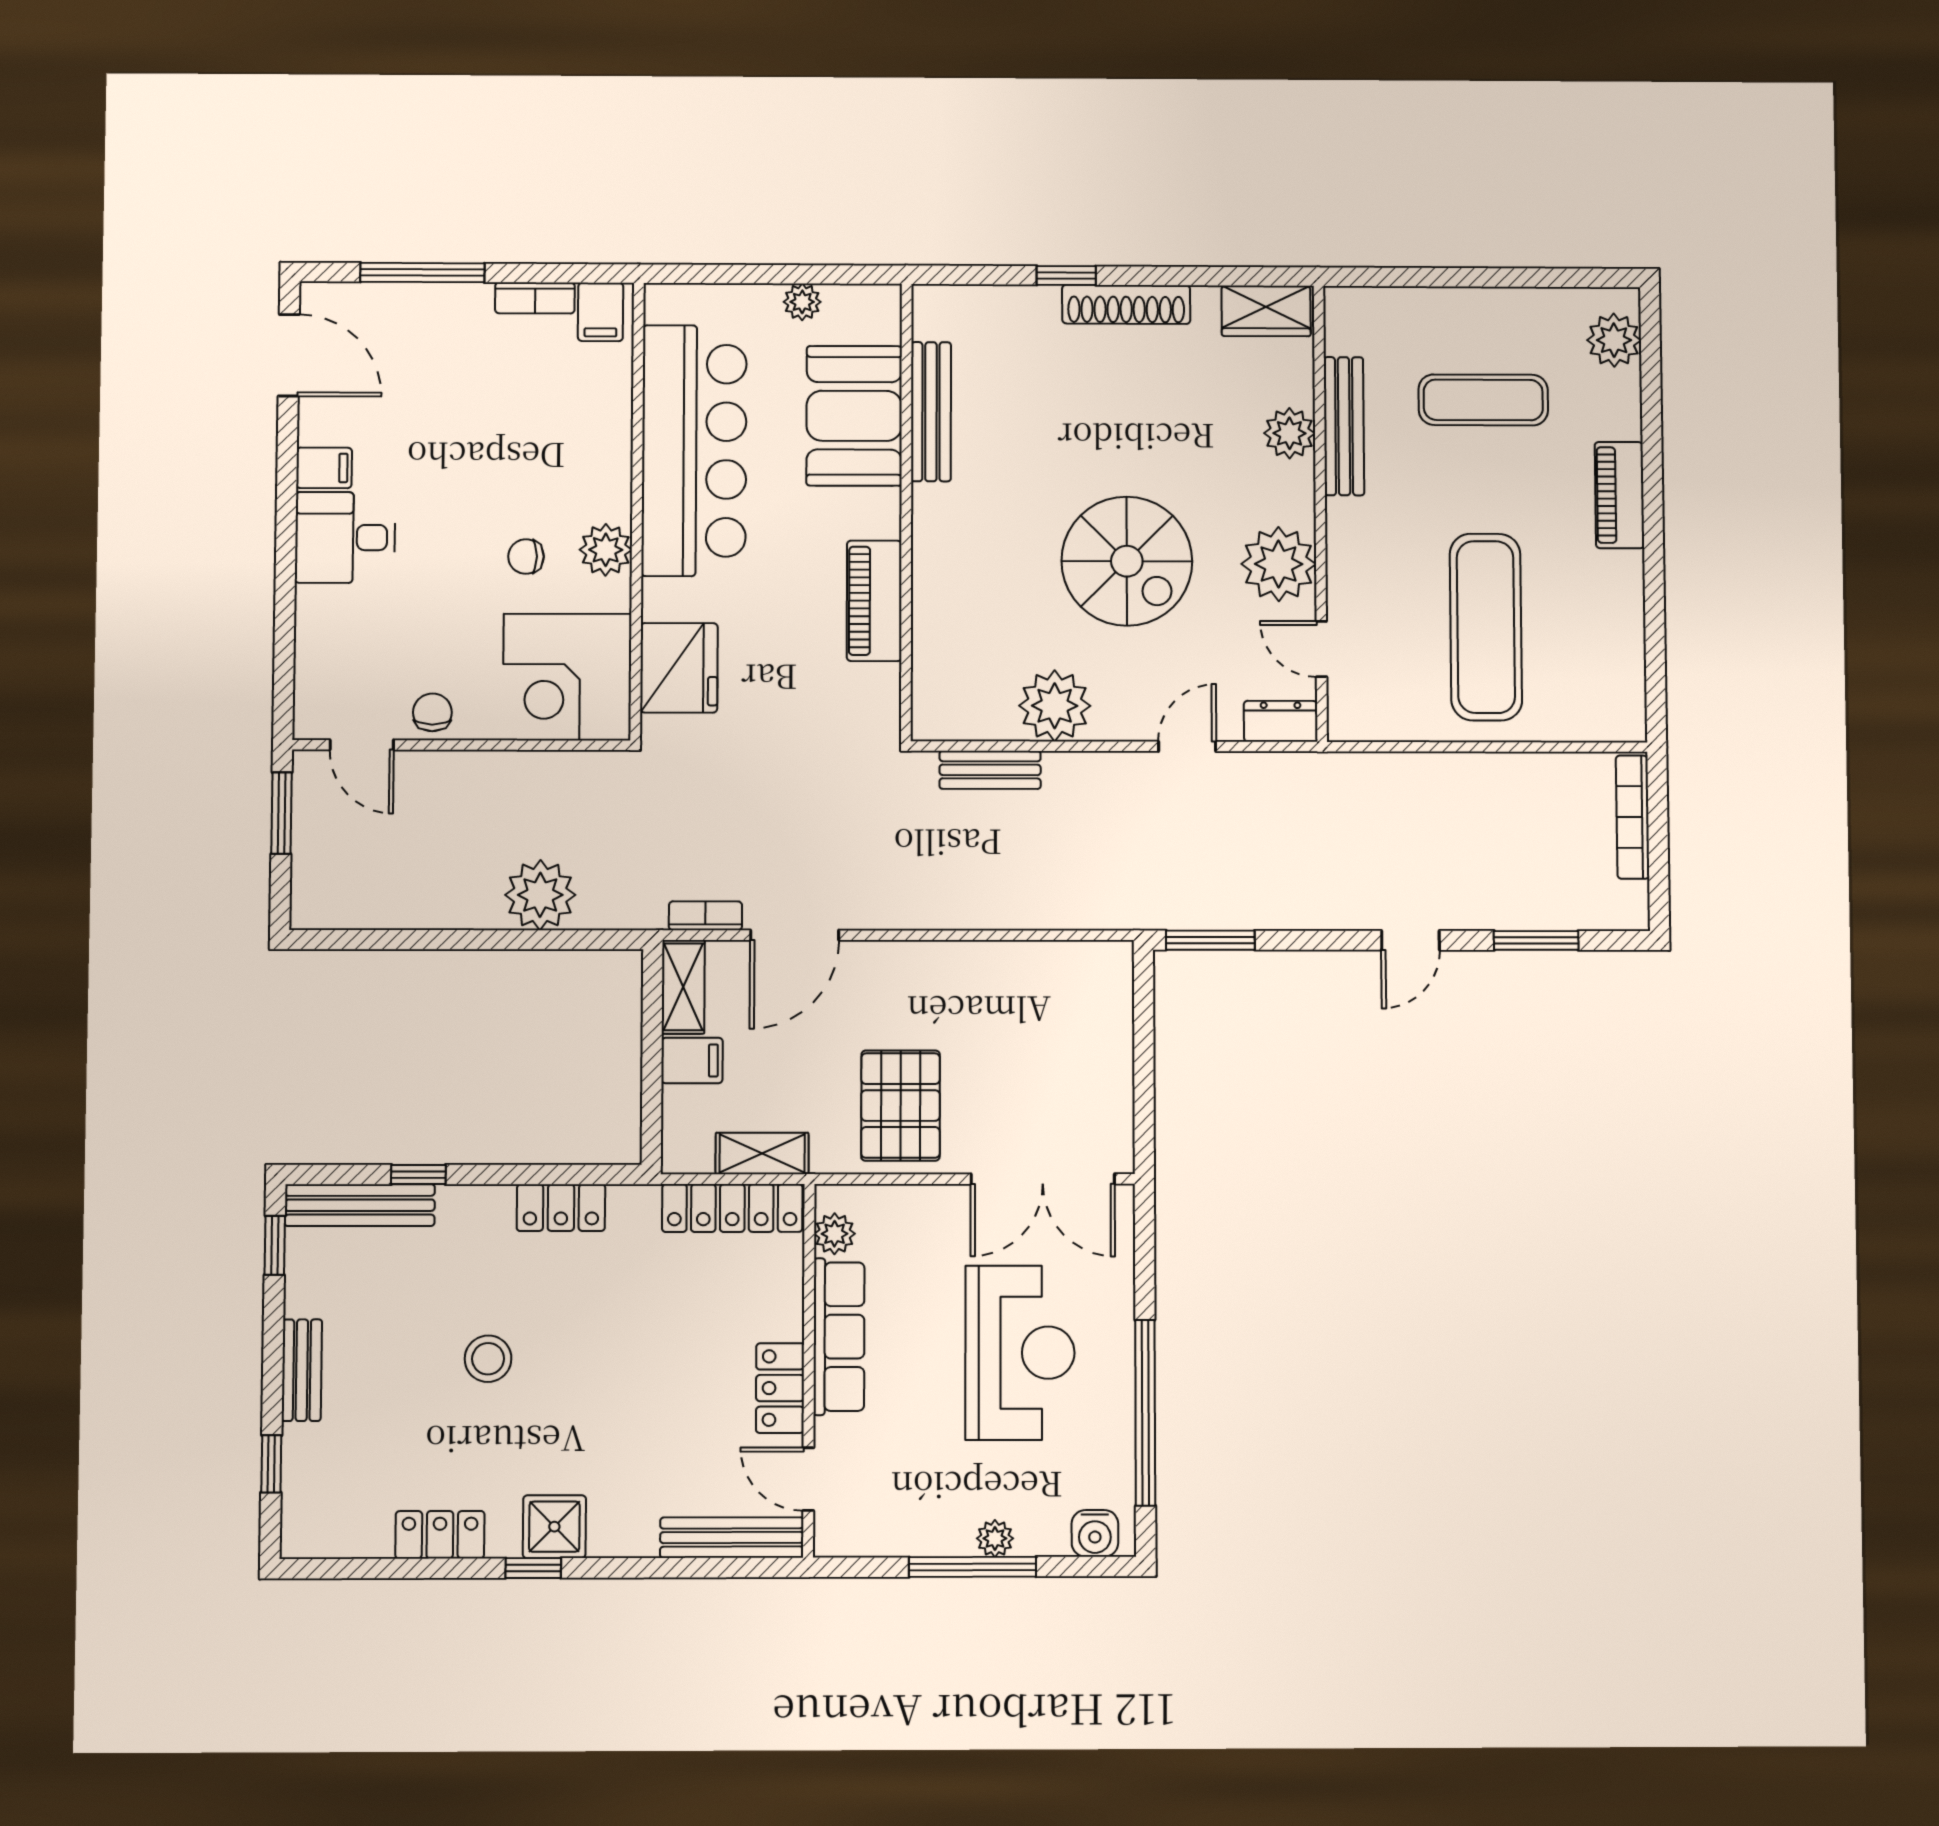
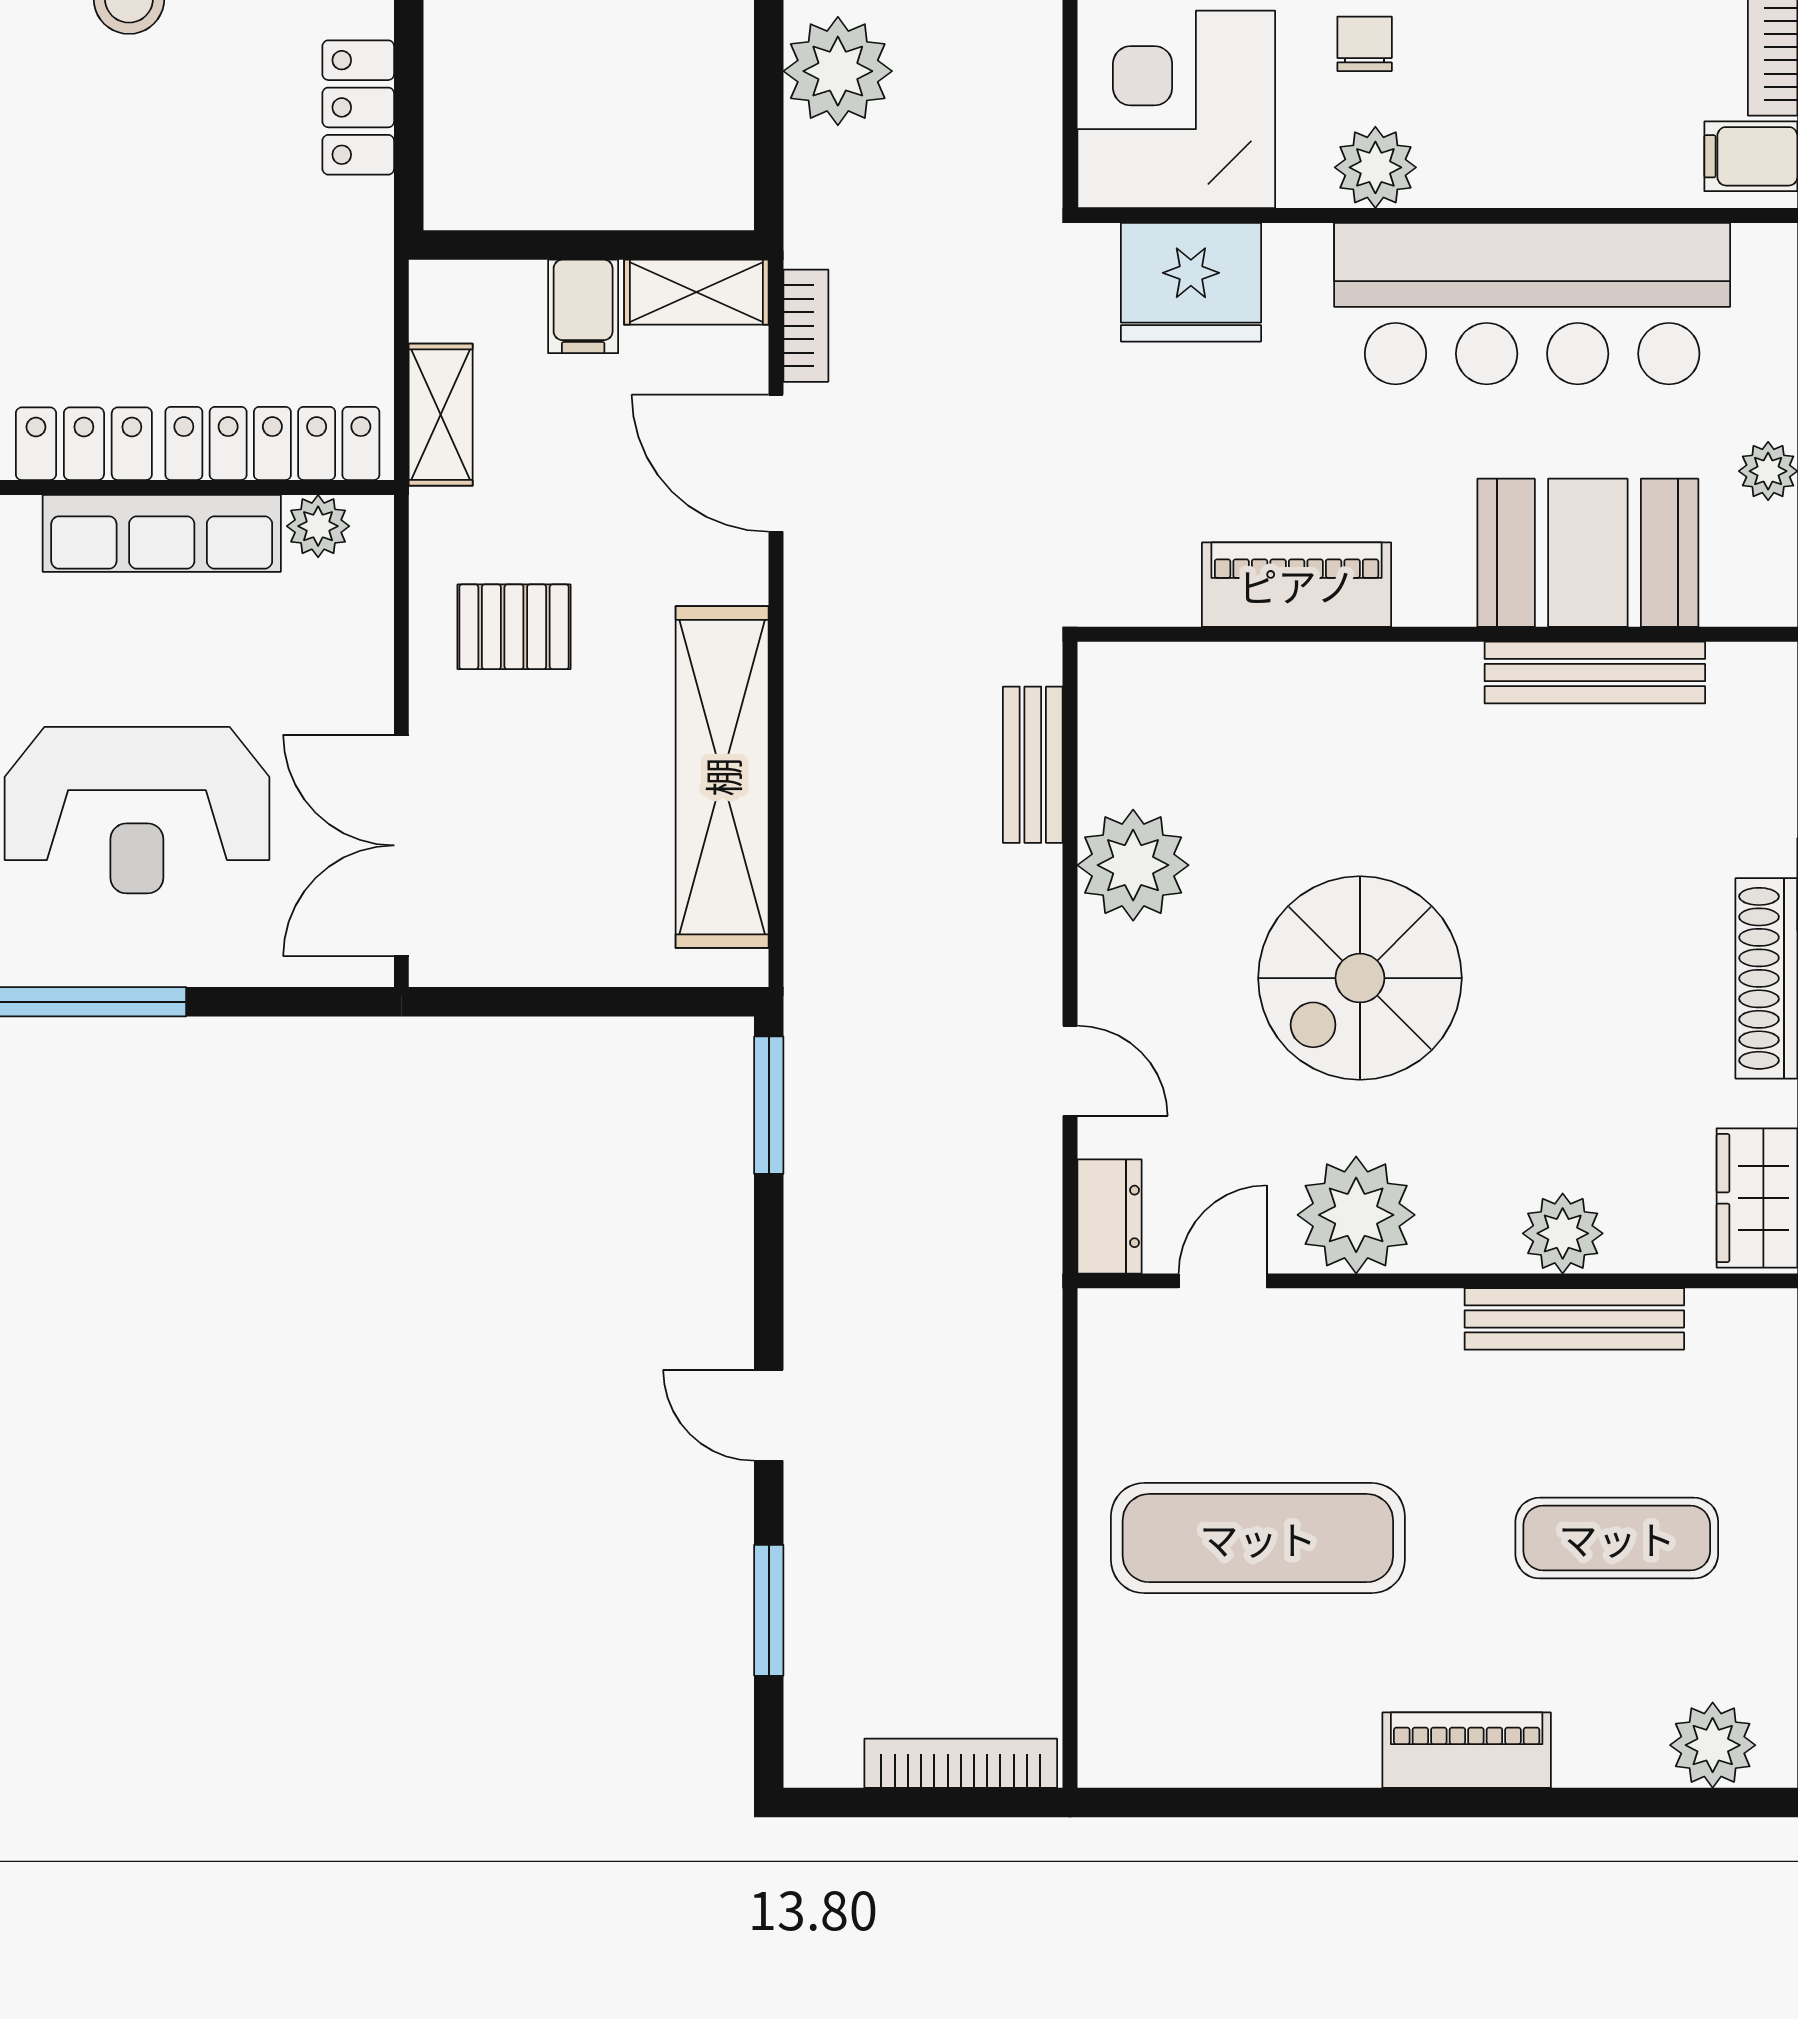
exercise mat: (1483, 400) -> (1617, 1538), turned 90
shelving: (998, 970) -> (722, 777), added
pallet: (900, 1106) -> (514, 627), width x0.67, depth x0.71
locker: (732, 1208) -> (272, 443), moved, turned 90

